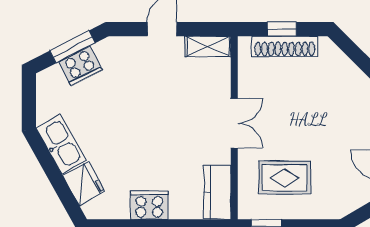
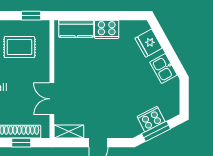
double door: (234, 123) -> (52, 99), moved
kitchen sink: (61, 144) -> (163, 69), width x0.73
kitchen counter: (217, 192) -> (76, 29), moved, turned 90

